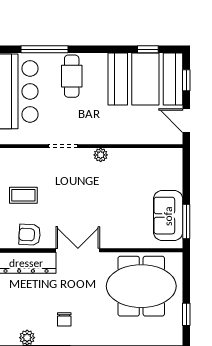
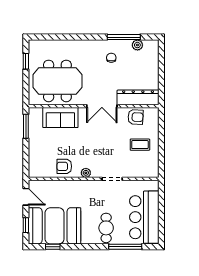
armchair: (131, 164) -> (64, 166), added
sofa: (168, 216) -> (60, 118), moved, turned 90

